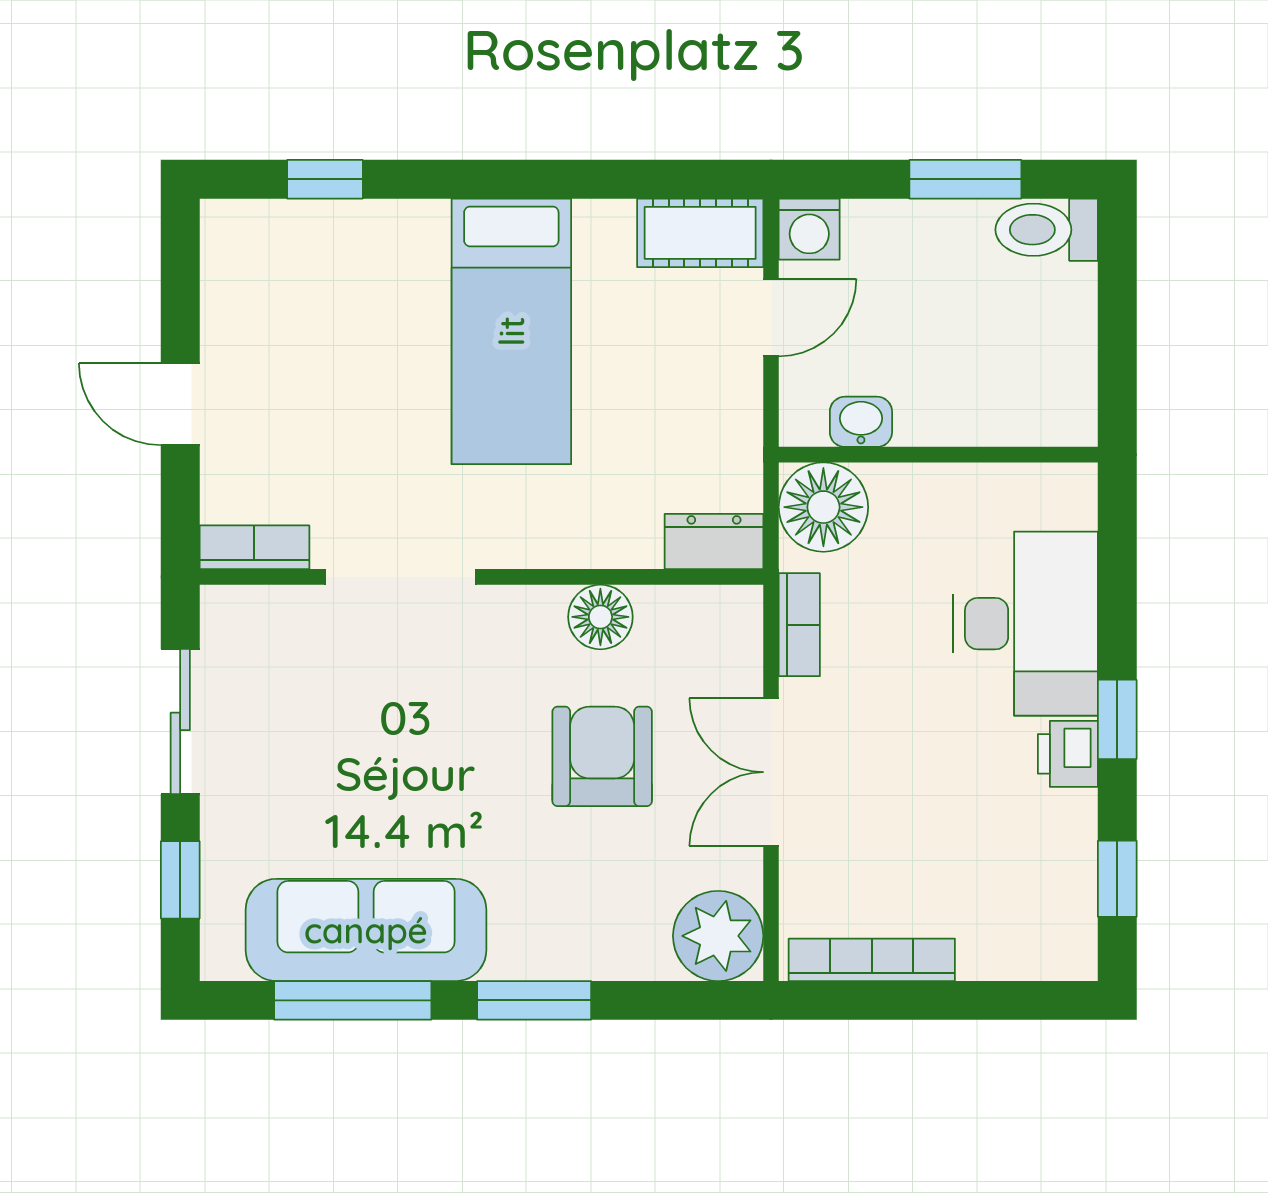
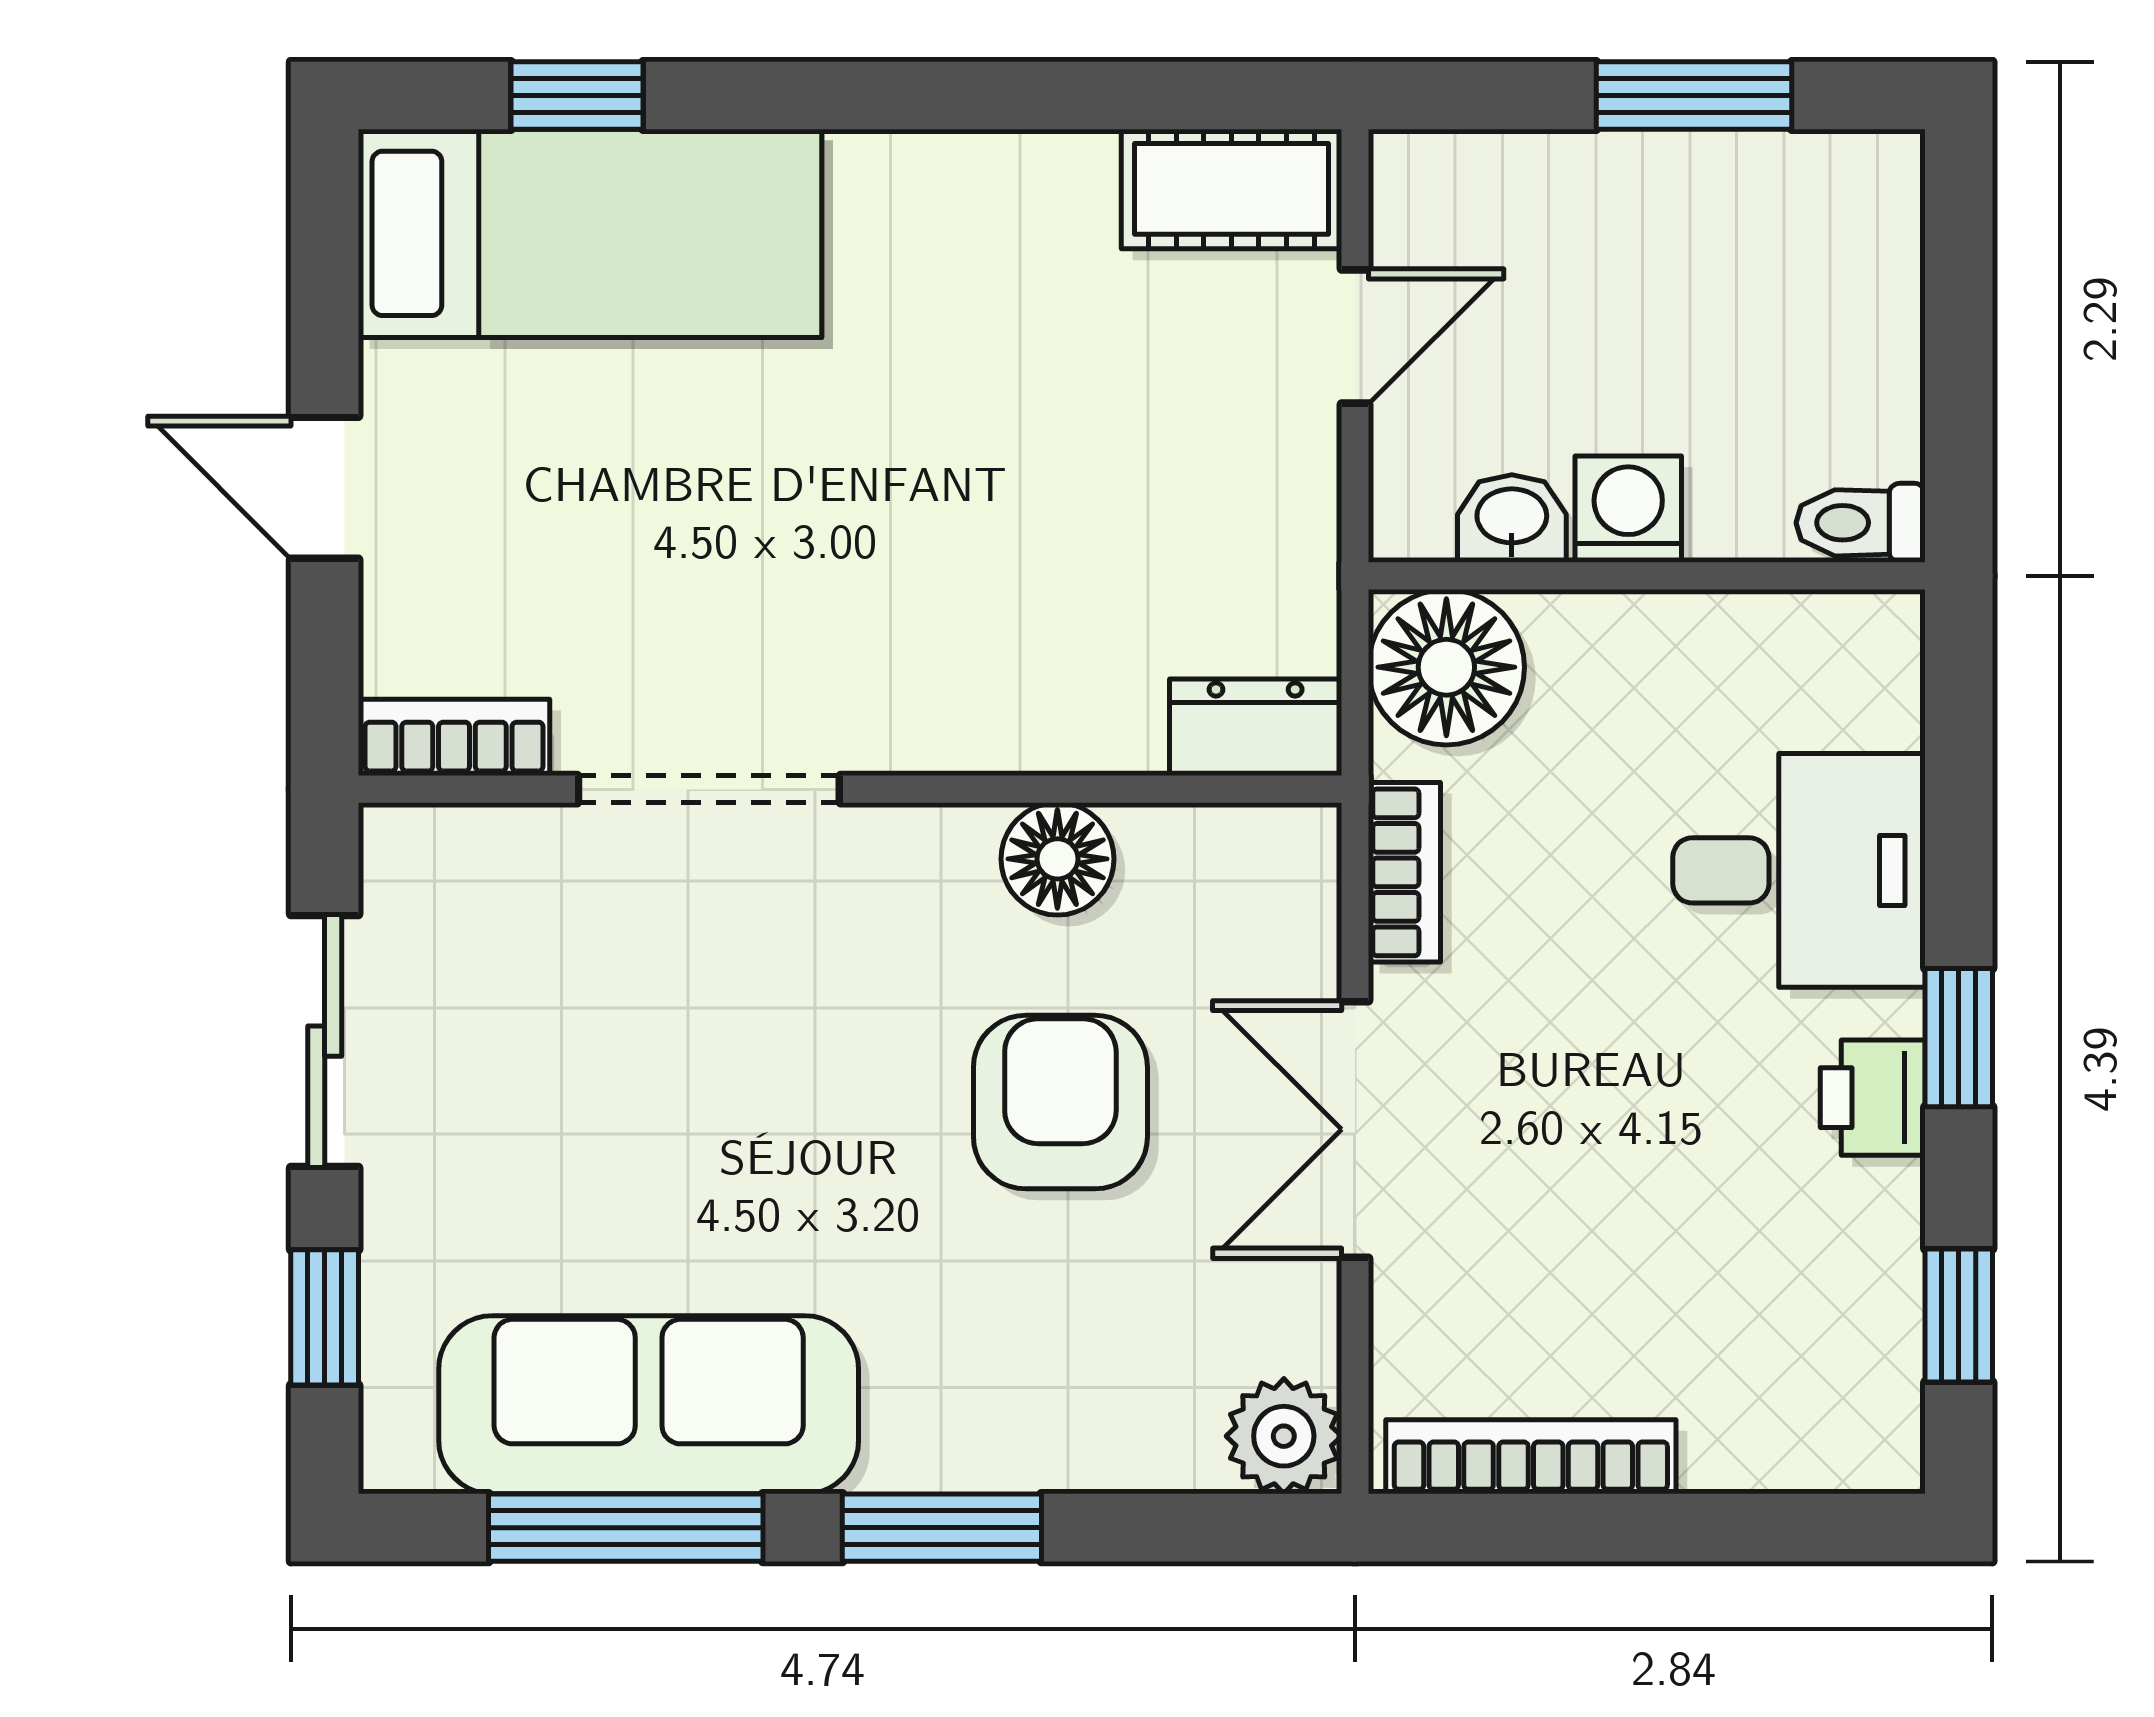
washing machine: (809, 229) -> (1628, 509), moved, turned 180
toilet: (1047, 230) -> (1861, 523), moved, width x0.73, depth x0.72
bed: (511, 331) -> (590, 233), moved, turned -90
desk: (1026, 624) -> (1799, 870), width x0.73
plant: (718, 936) -> (1284, 1436), width x0.73, depth x0.73

